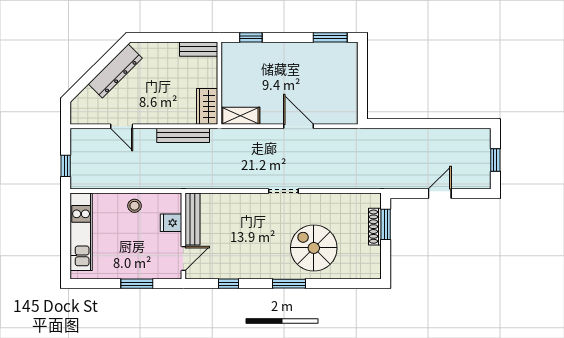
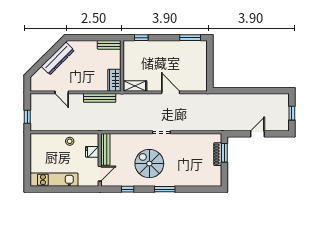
kitchen unit: (81, 232) -> (54, 180), moved, turned -90
spiral stairs: (314, 248) -> (149, 164), moved
window: (137, 284) -> (71, 189), removed

